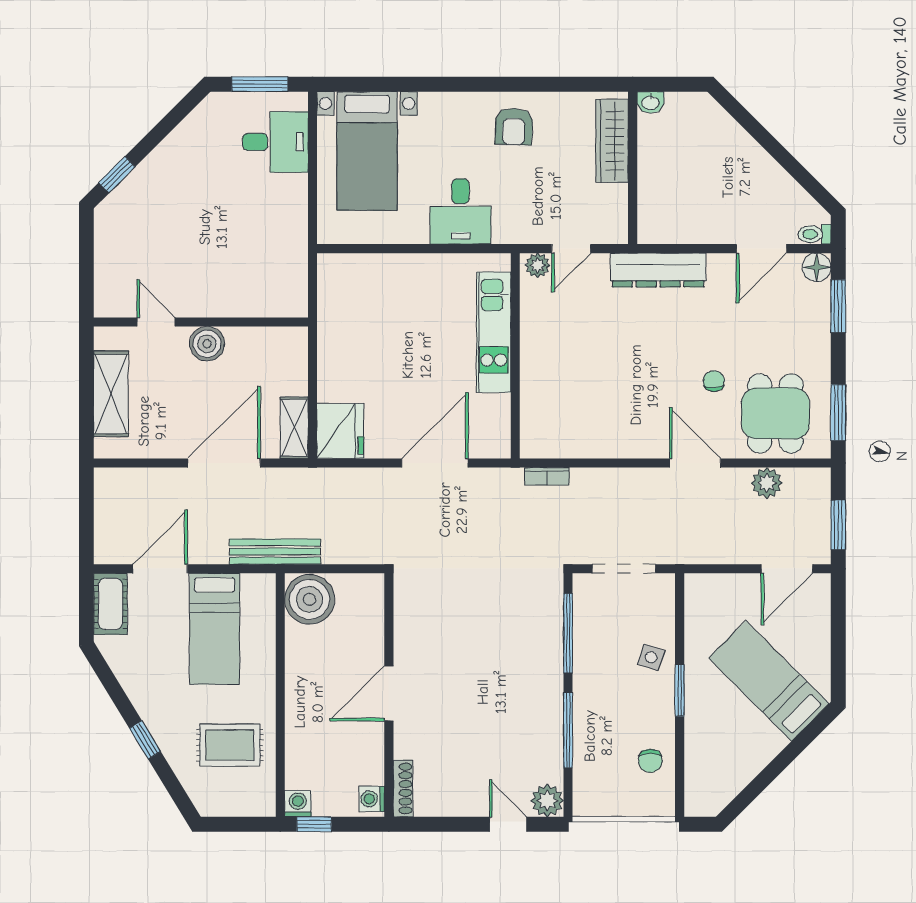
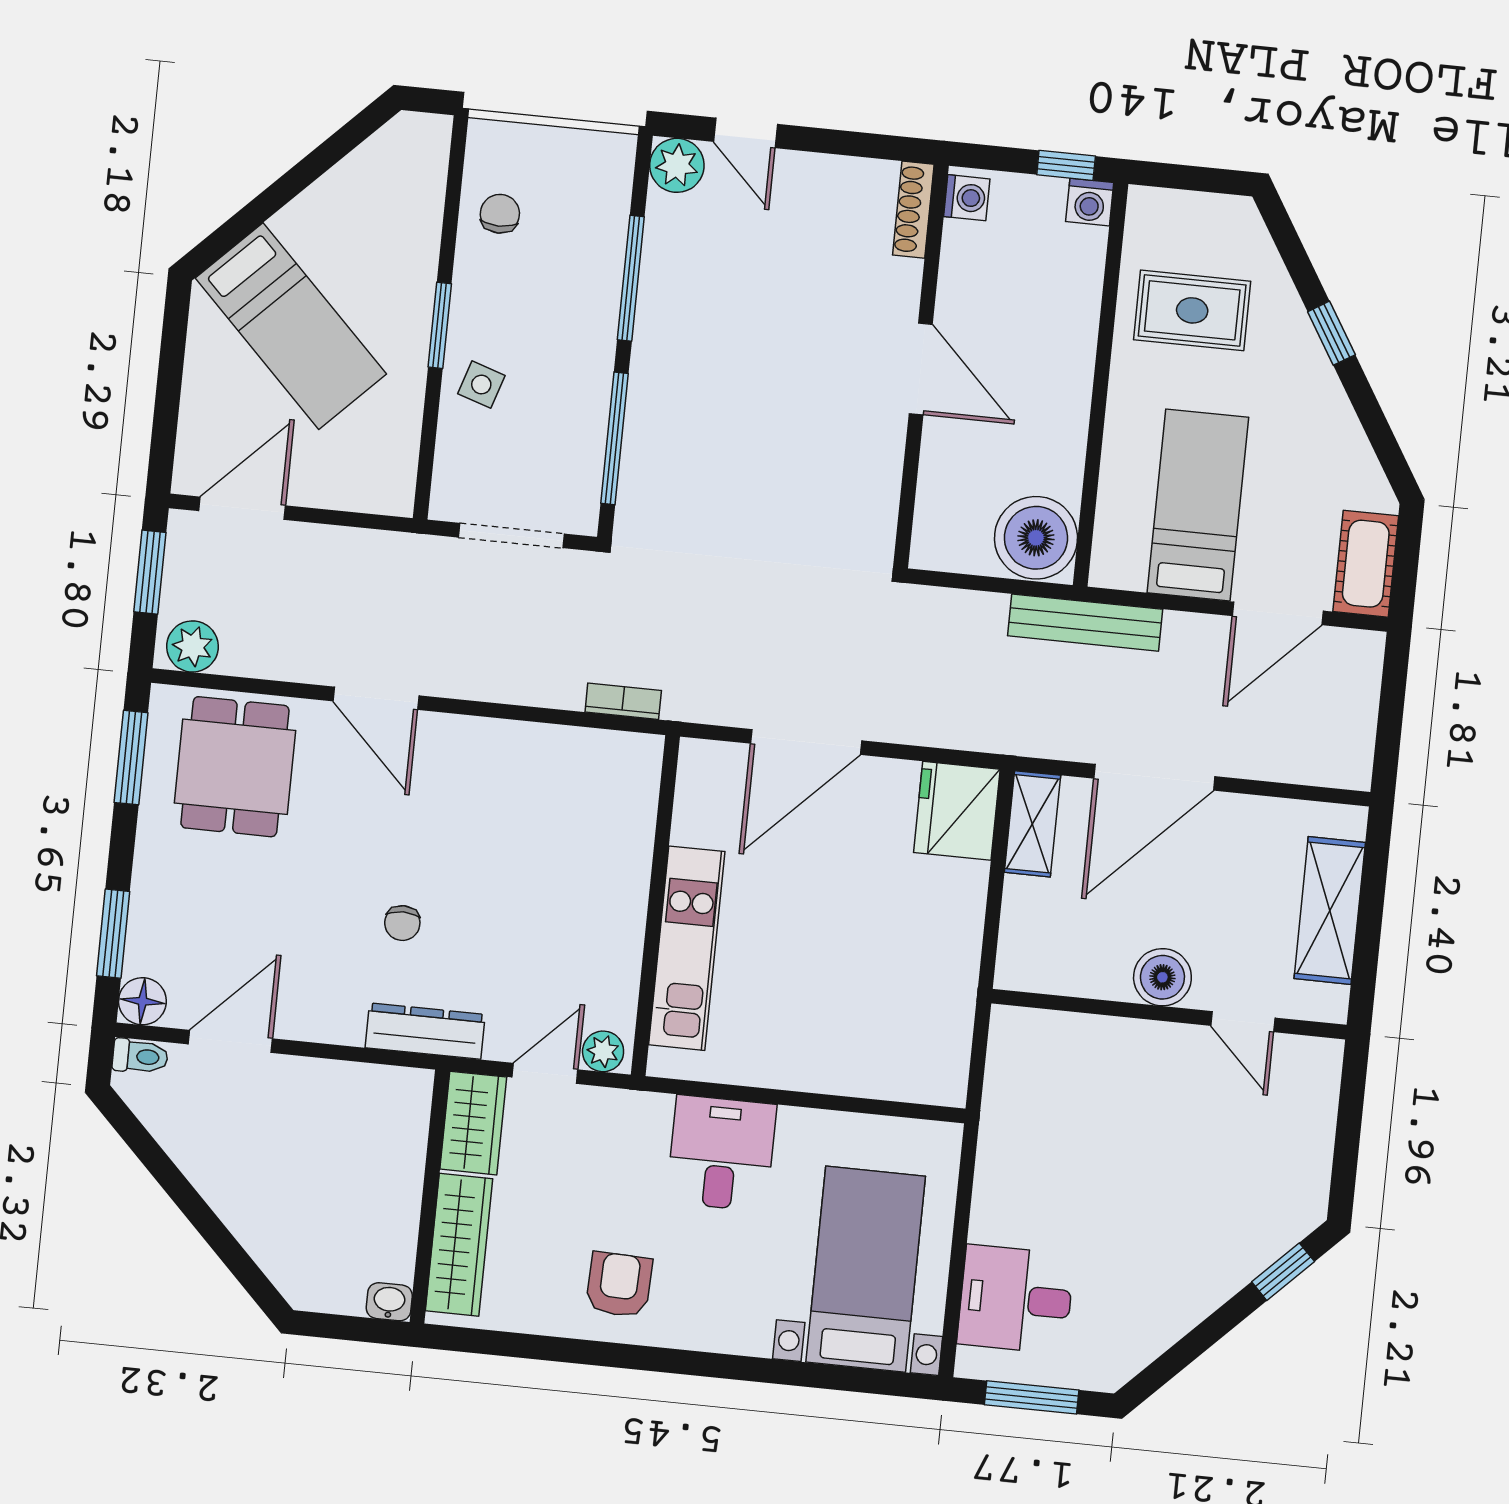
wardrobe: (611, 215) -> (473, 1123), added
dresser: (658, 270) -> (425, 1031), width x0.73, depth x0.80
chair: (714, 381) -> (402, 923), moved
plant: (767, 483) -> (192, 646), moved
door: (389, 693) -> (921, 369), hinge flipped

